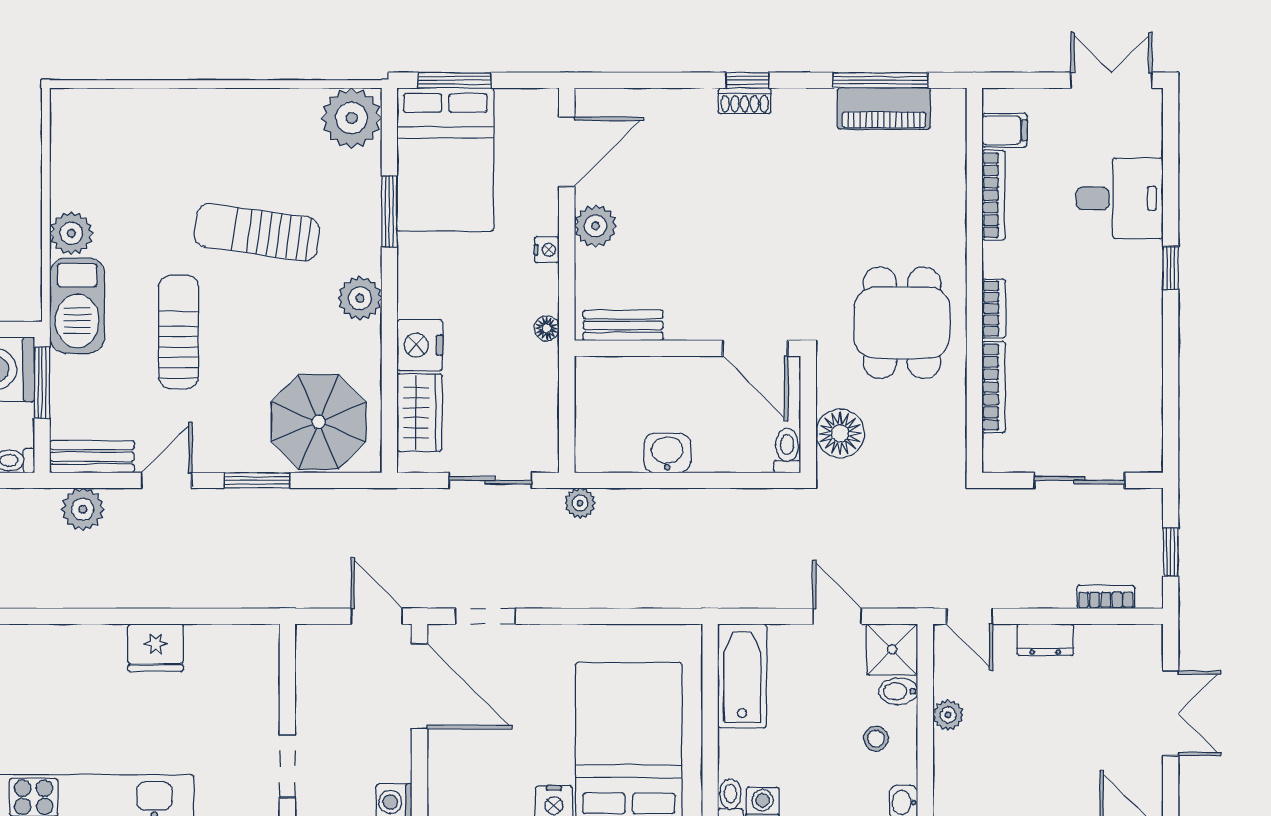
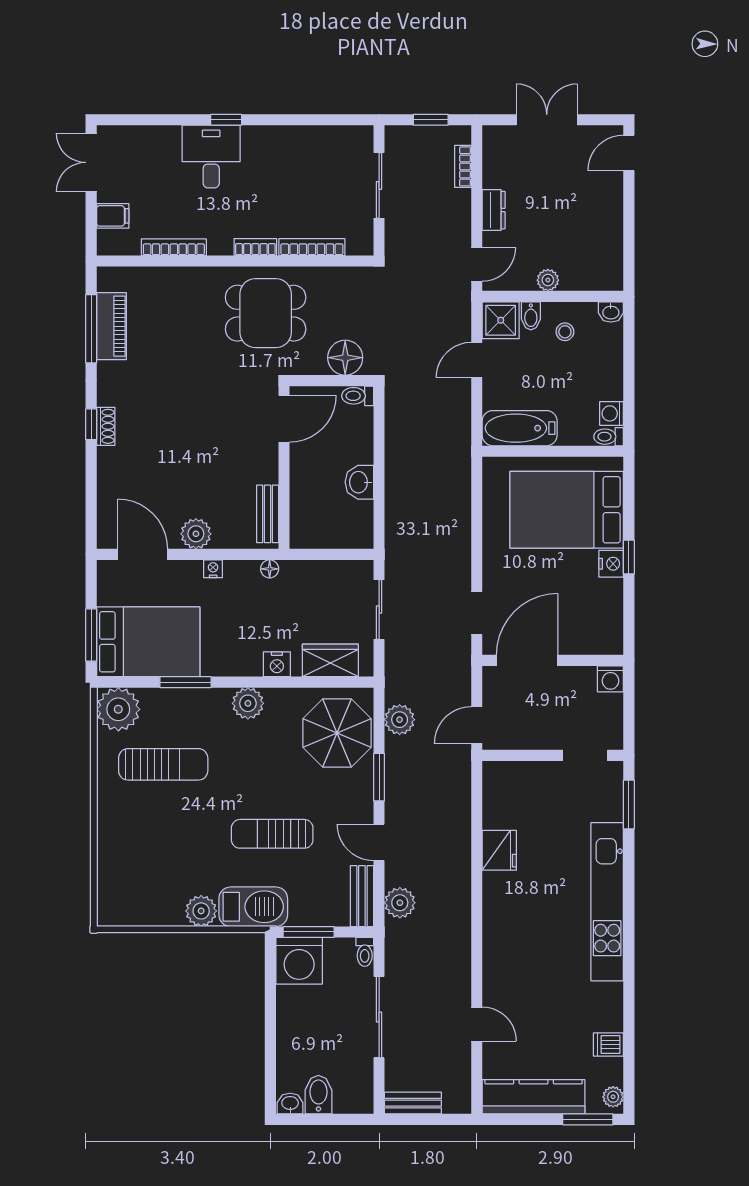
filing cabinet: (1004, 130) -> (113, 216), moved, turned 90
desk: (1120, 198) -> (211, 157), moved
sun lounger: (257, 232) -> (163, 764), moved, turned -98
nightstand: (420, 345) -> (277, 664), width x0.74, depth x0.75
plant: (580, 503) -> (400, 720), moved, width x1.38, depth x1.38
door: (377, 616) -> (477, 725), moved

